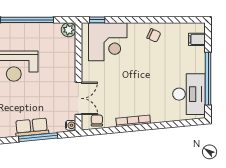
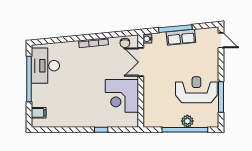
window: (97, 20) -> (101, 130), moved
plant: (69, 30) -> (187, 121), moved
chair: (154, 35) -> (76, 116), removed
corner desk: (108, 42) -> (122, 96), moved, turned -90

